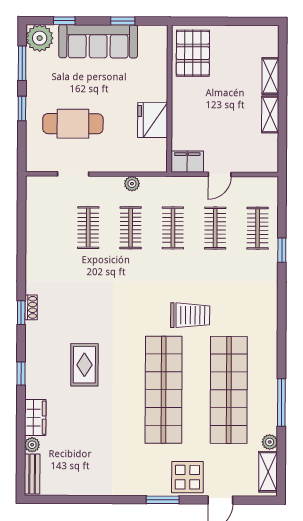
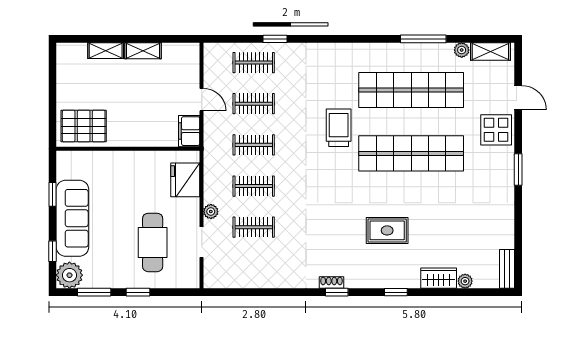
fridge: (153, 120) -> (185, 180), moved, turned 90
plant: (132, 184) -> (211, 212), moved
bench: (32, 474) -> (507, 269), moved, turned 90
window: (163, 500) -> (518, 169), moved

